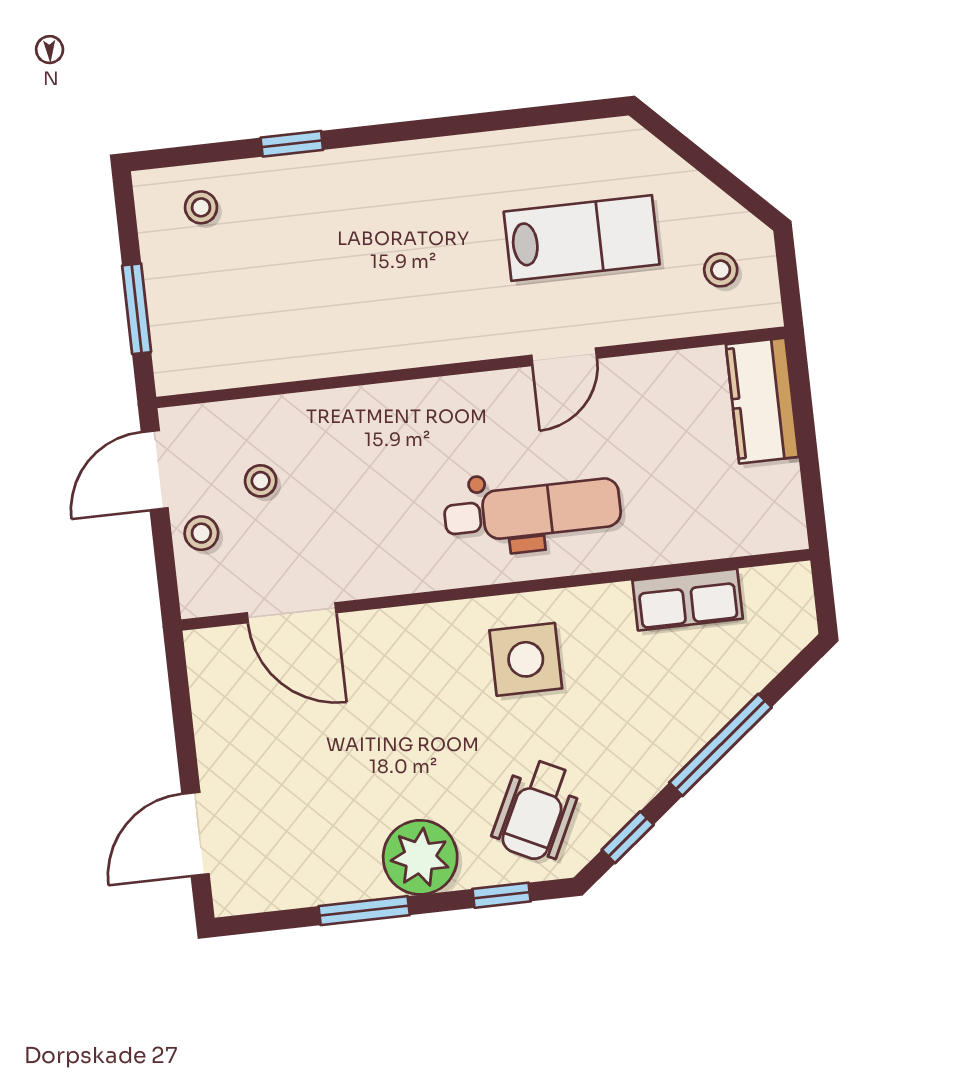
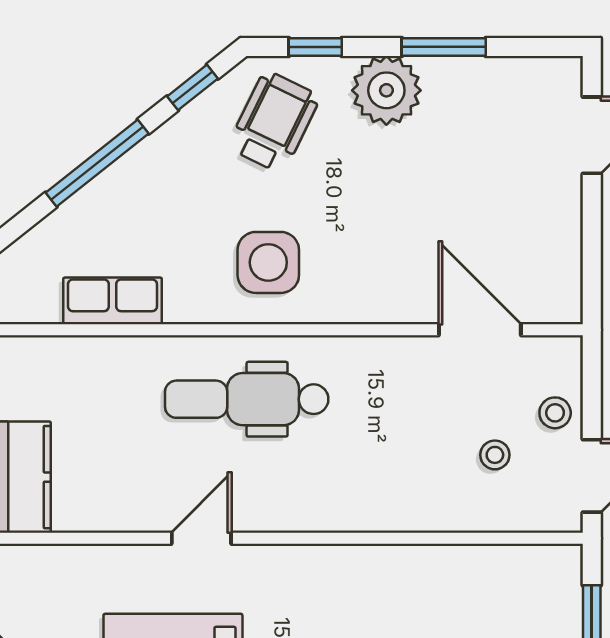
stool: (721, 270) -> (48, 602), removed

